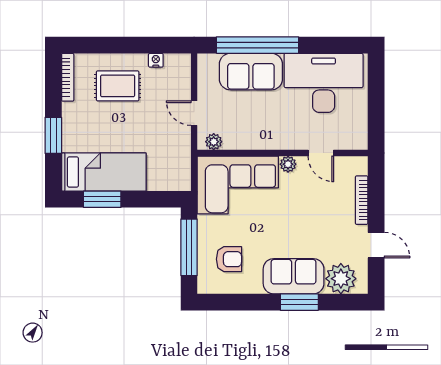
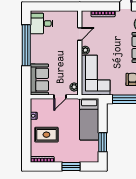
window: (258, 45) -> (26, 45), moved
sofa: (251, 72) -> (39, 80), moved
desk: (324, 83) -> (42, 23), width x0.53, depth x0.77
rug: (118, 86) -> (46, 135), turned 90
bed: (104, 172) -> (89, 119), moved, turned 180

